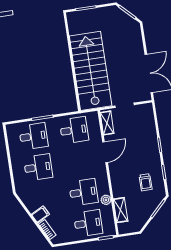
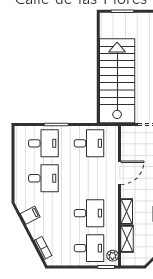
shelving: (107, 123) -> (127, 211), moved
plant: (106, 200) -> (113, 256), moved
filing cabinet: (40, 214) -> (30, 215), moved

